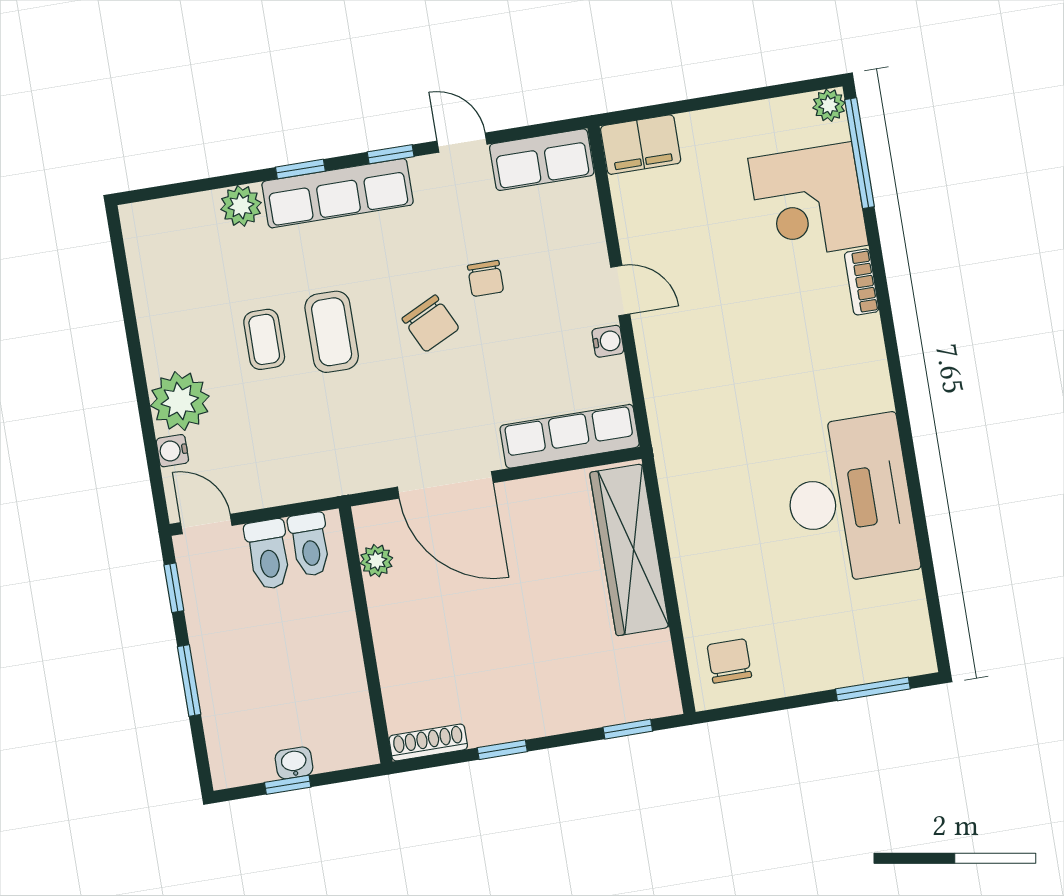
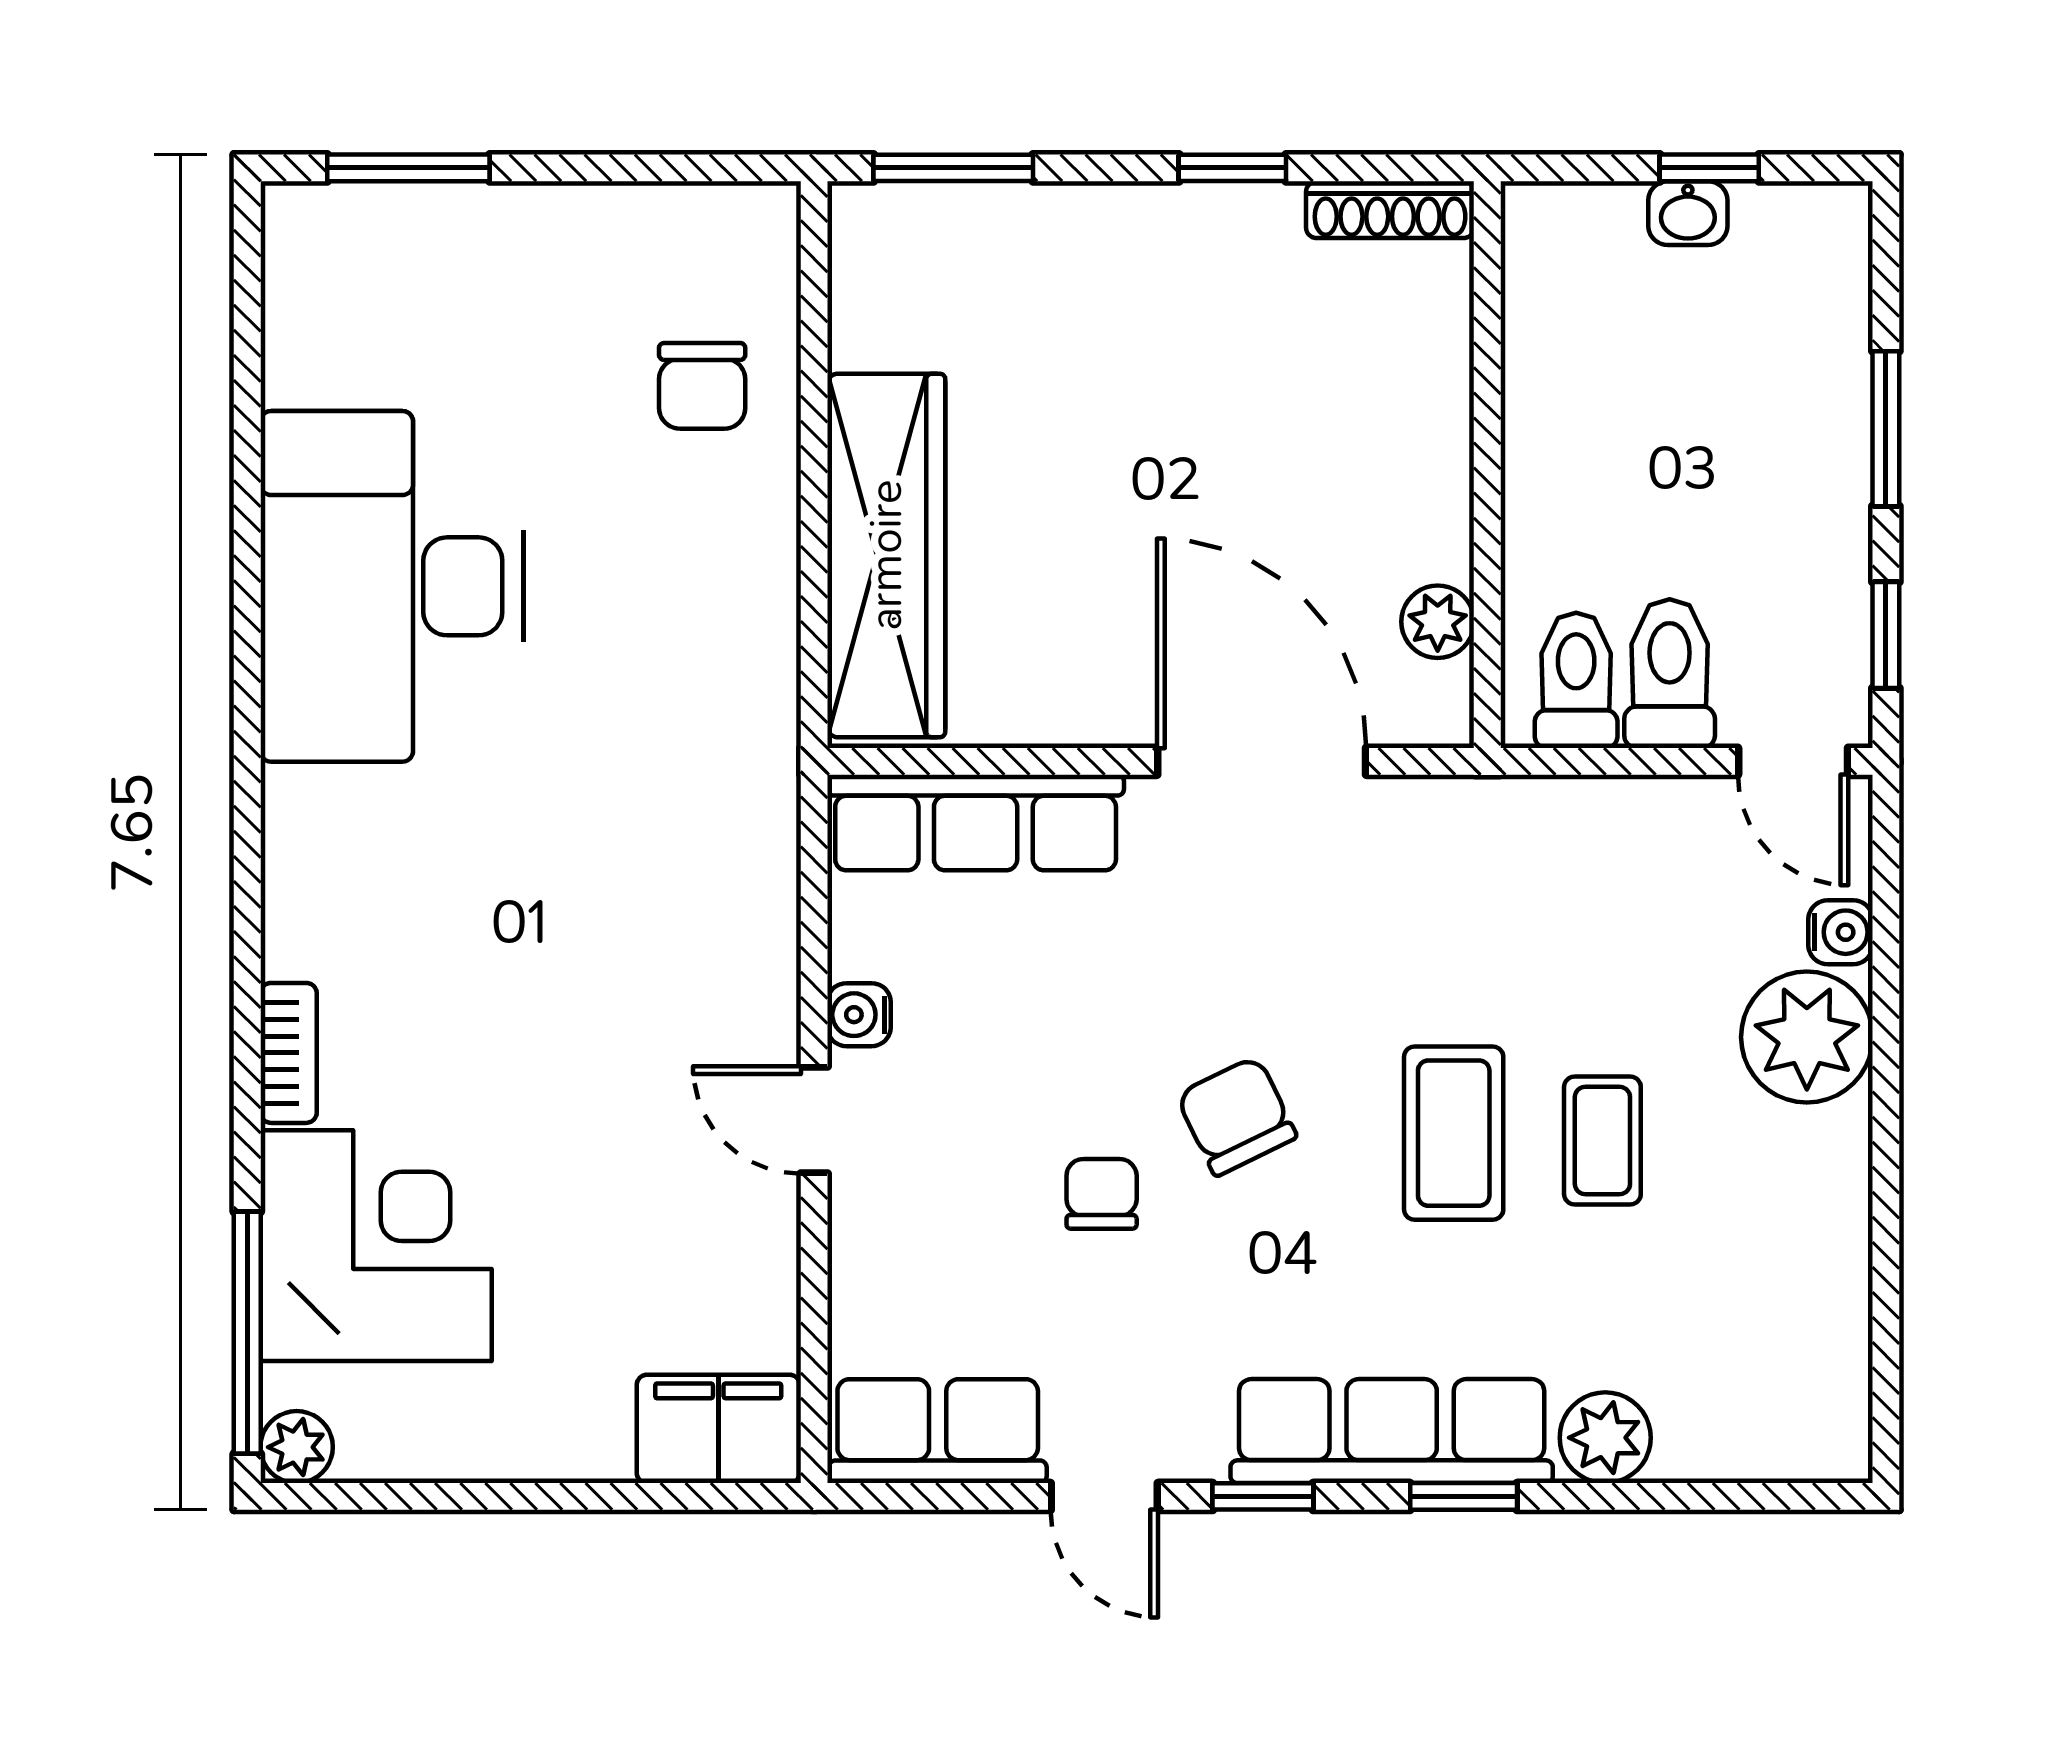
chair: (729, 661) -> (702, 386), moved
window: (628, 729) -> (953, 168), width x1.50

